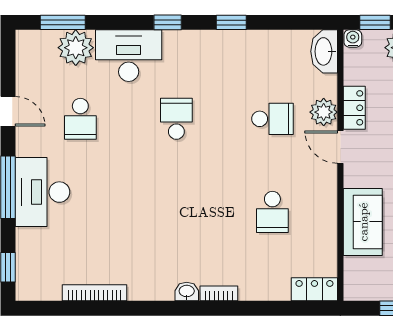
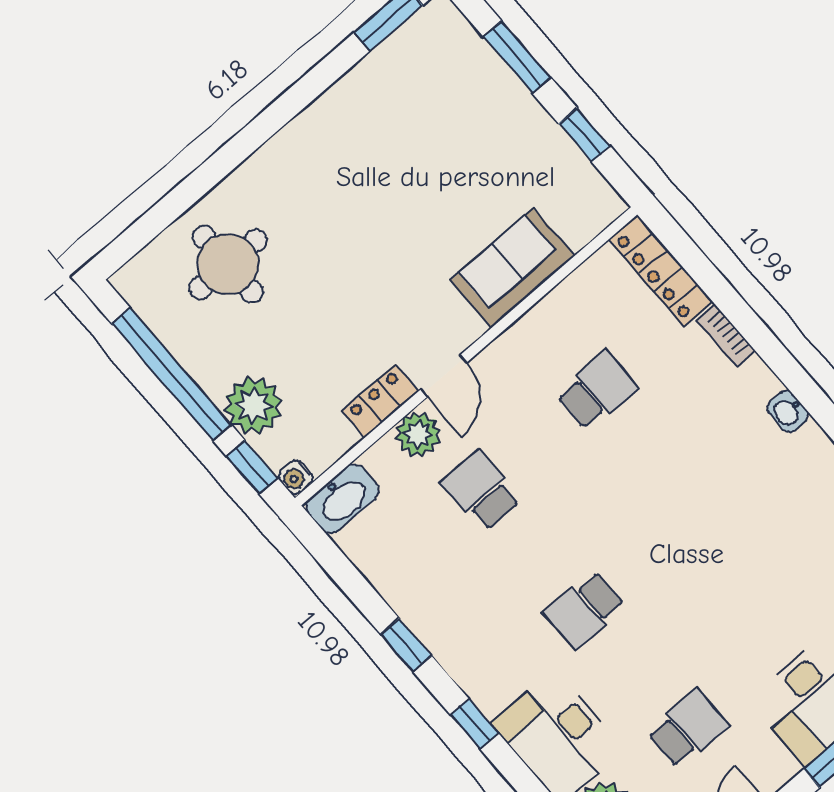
locker: (314, 289) -> (661, 270), width x1.53
bookcase: (219, 293) -> (726, 335), moved

